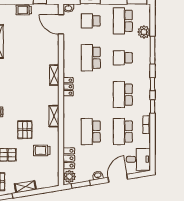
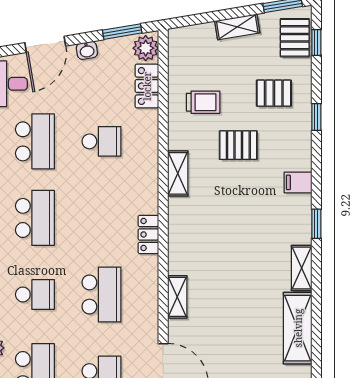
shelving: (54, 75) -> (177, 297), moved
pallet: (25, 130) -> (238, 145), turned 90
school desk: (91, 132) -> (101, 141), width x0.54

